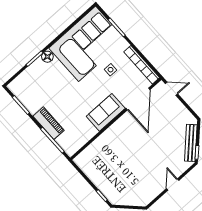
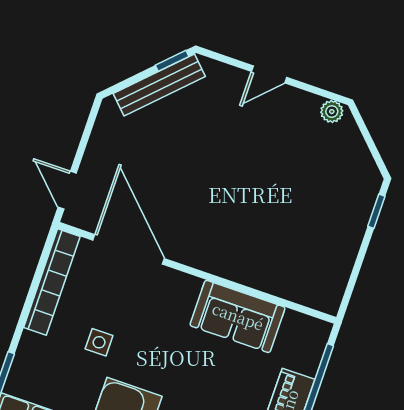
door: (138, 99) -> (129, 249), hinge flipped
sofa: (106, 112) -> (238, 316), moved
plant: (147, 200) -> (332, 112), added

